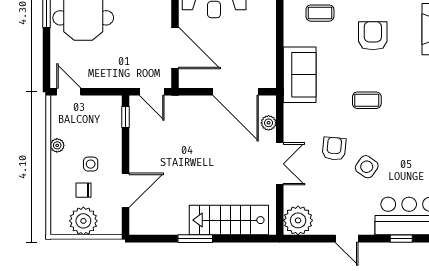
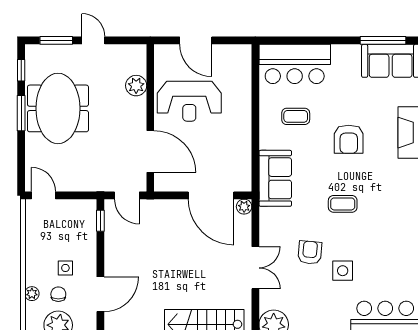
armchair: (373, 36) -> (349, 139), turned 180
plant: (269, 123) -> (244, 207), moved
plant: (57, 145) -> (32, 294), moved
side table: (367, 167) -> (343, 271), turned -35
chair: (84, 190) -> (58, 294), turned 90

